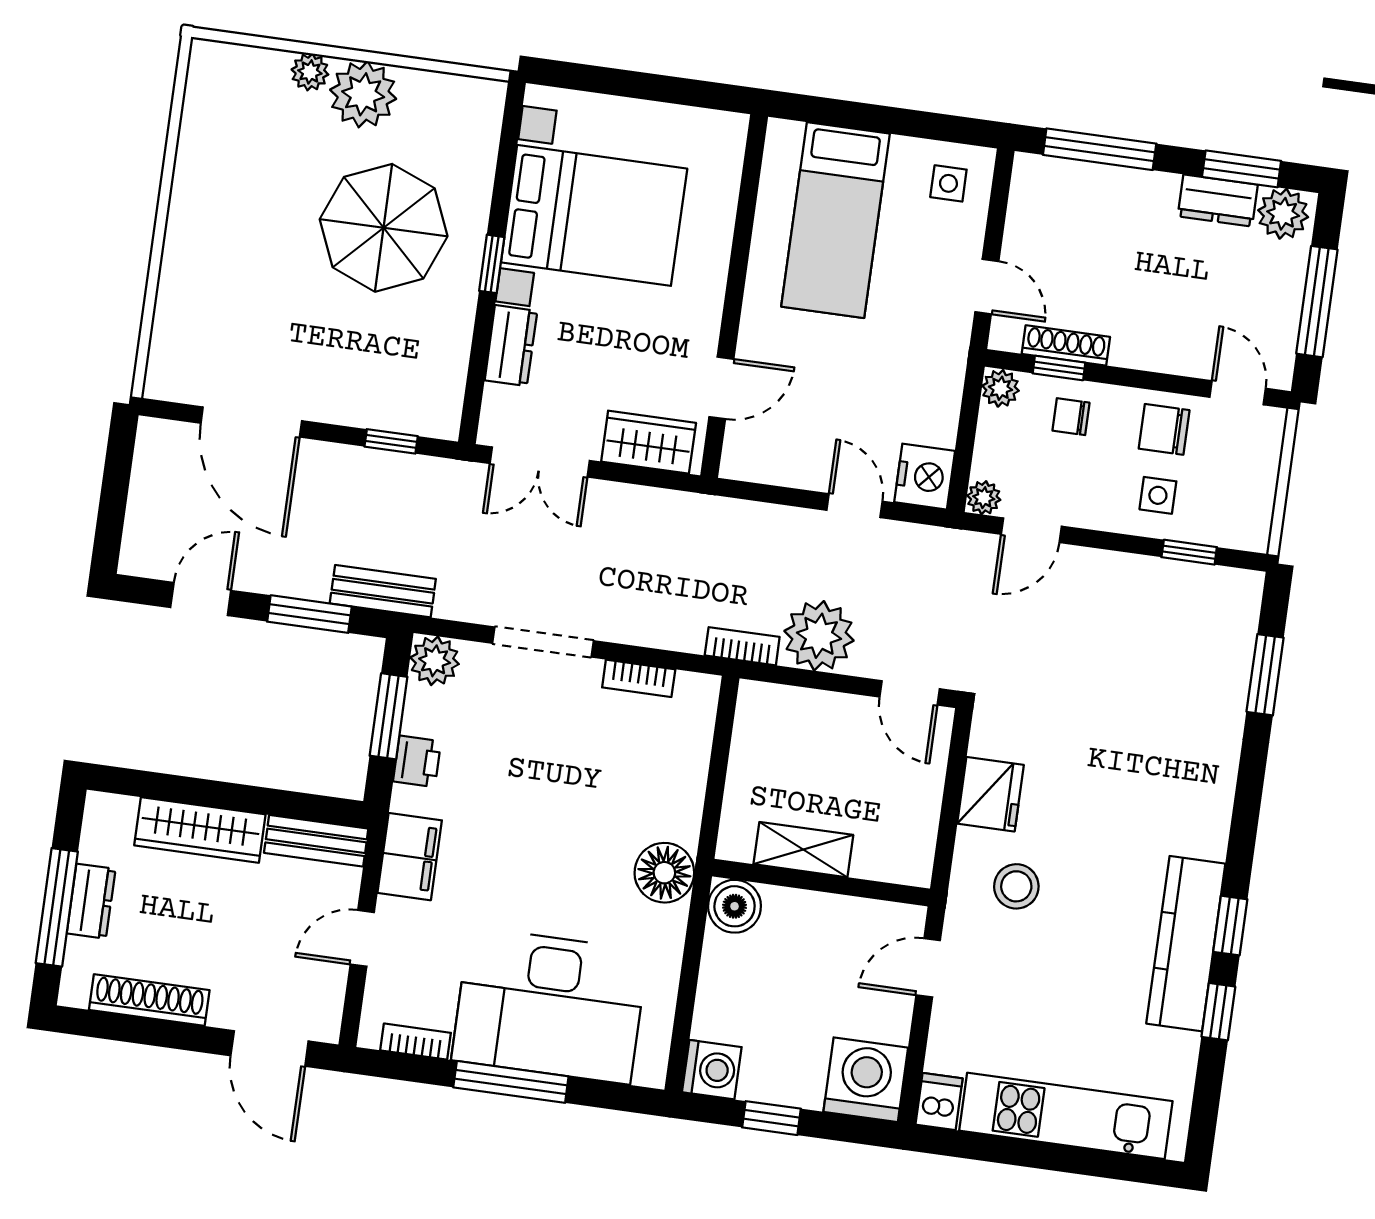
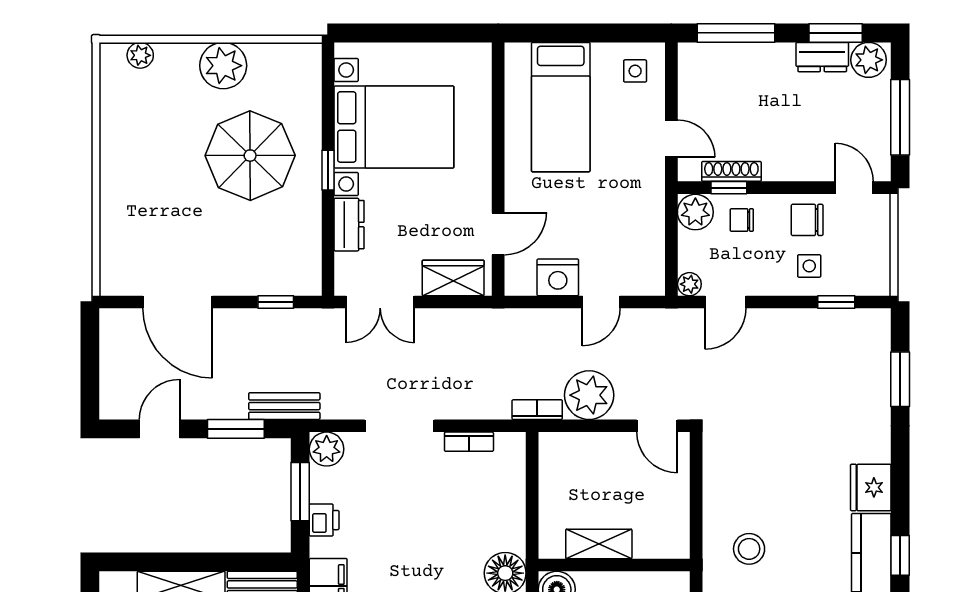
plant: (310, 72) -> (140, 55), moved
plant: (1000, 388) -> (695, 212), width x1.38, depth x1.38
nightstand: (925, 477) -> (558, 277), moved, turned 90
door: (854, 506) -> (601, 302), swing flipped
fridge: (990, 794) -> (871, 487), moved, turned 180

